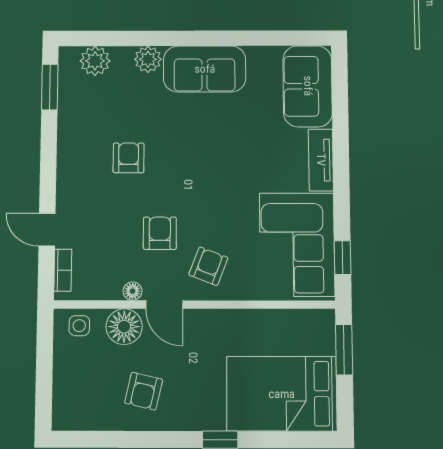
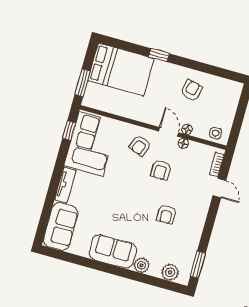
floor lamp: (124, 327) -> (187, 129), width x0.53, depth x0.53

